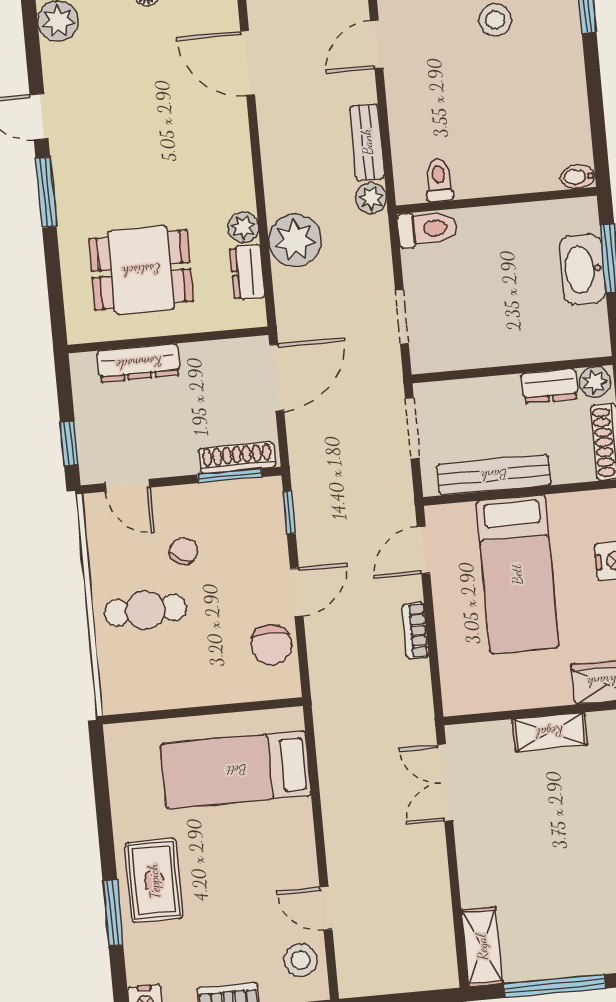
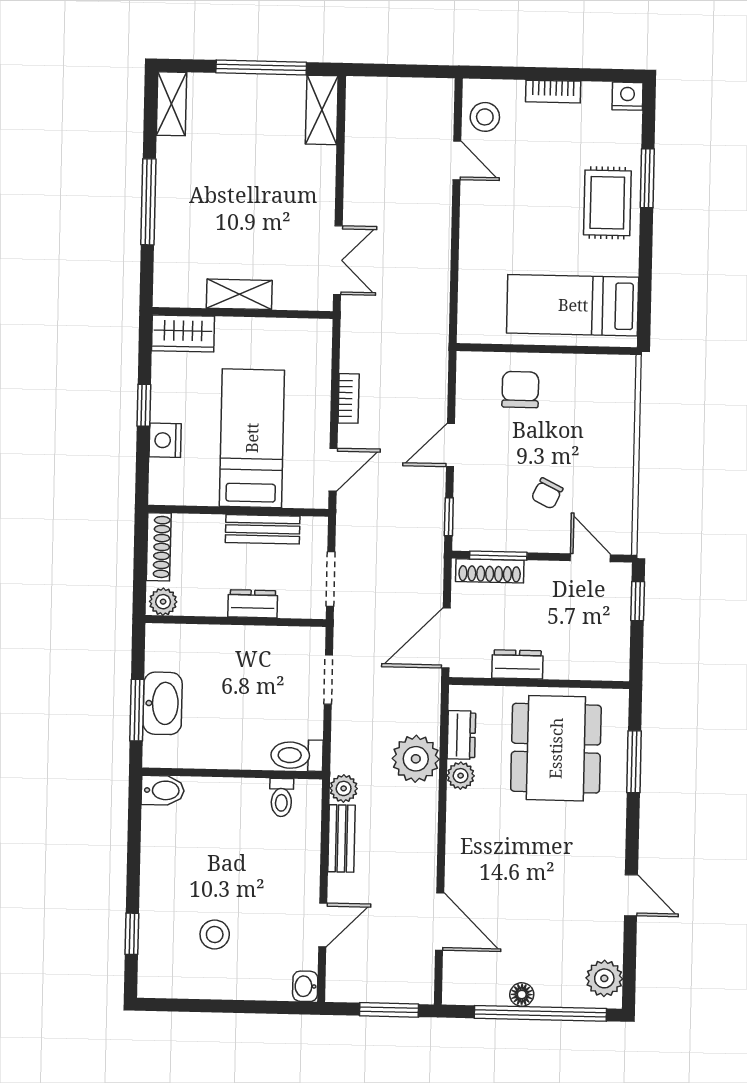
bidet: (578, 177) -> (163, 790), width x1.38, depth x1.36
window: (46, 193) -> (634, 762), moved
dining table: (141, 270) -> (556, 748), width x1.38
dresser: (139, 363) -> (517, 664), moved, width x0.70
dresser: (550, 386) -> (253, 604), moved
bench: (494, 475) -> (263, 529), width x0.73
cafe table: (145, 610) -> (587, 445), removed
chair: (271, 645) -> (520, 390), moved
bed: (236, 770) -> (573, 305), moved, turned 180

